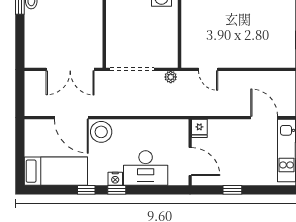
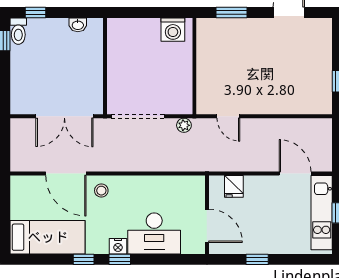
fridge: (199, 128) -> (234, 186), moved
stool: (101, 132) -> (101, 191), width x0.53, depth x0.53

